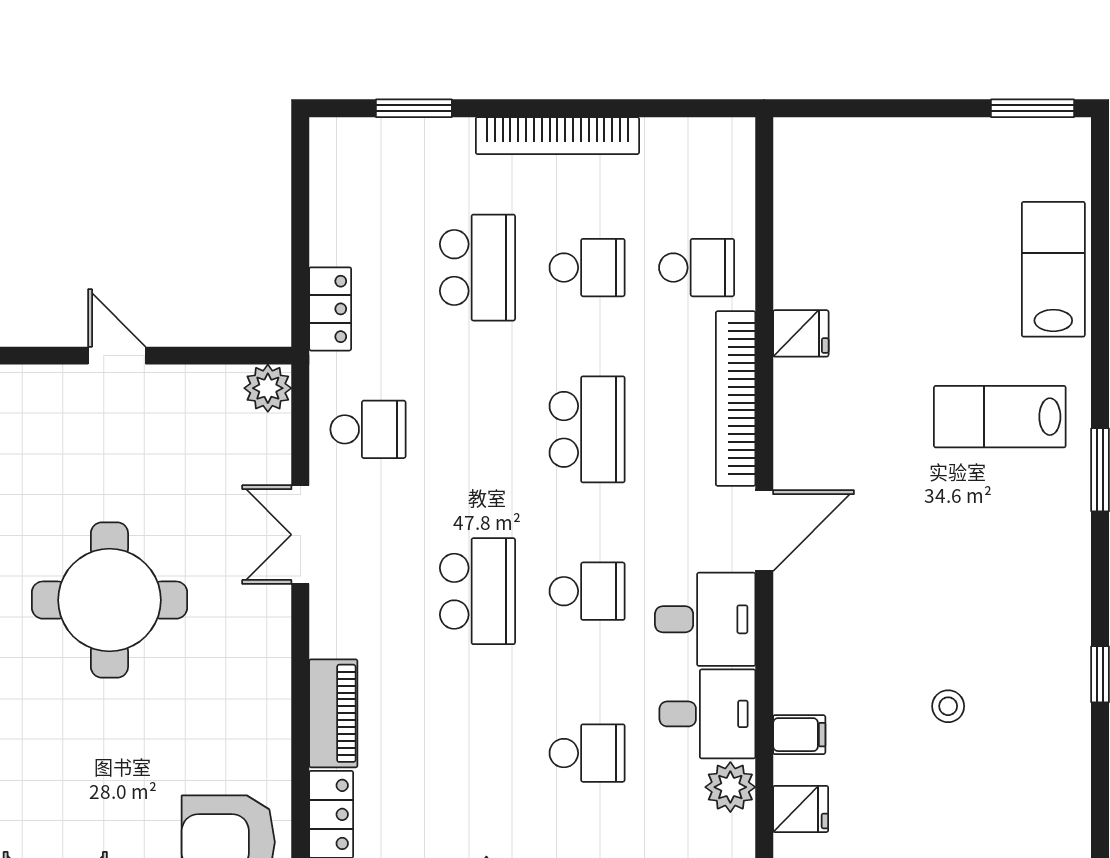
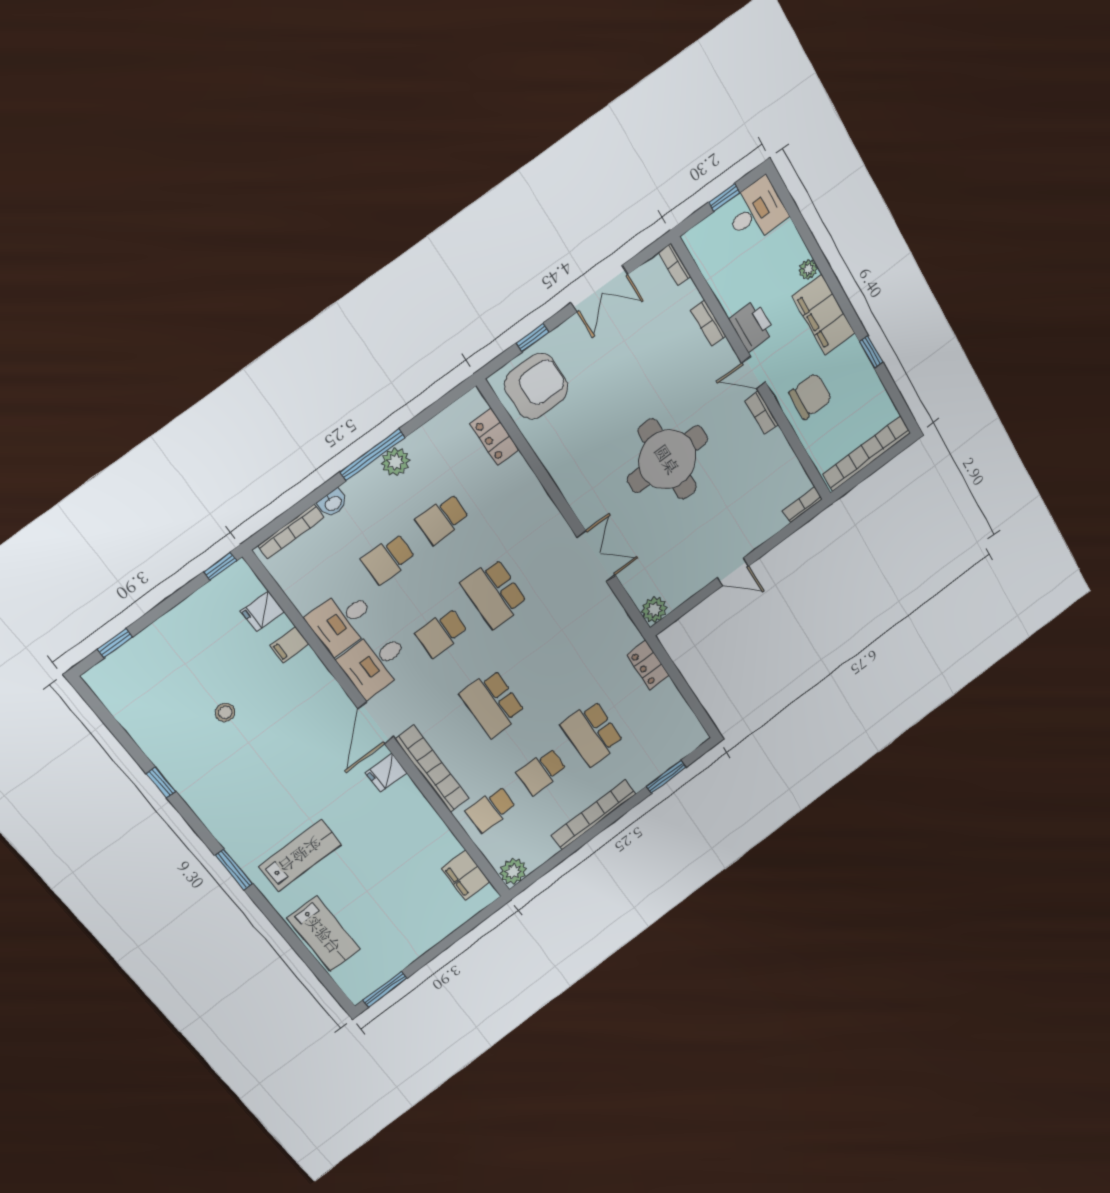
filing cabinet: (800, 194) -> (466, 875), added
fridge: (801, 333) -> (386, 773), moved
school desk: (368, 429) -> (442, 519), moved
piano: (333, 713) -> (526, 486), removed
plant: (730, 787) -> (513, 871), moved

